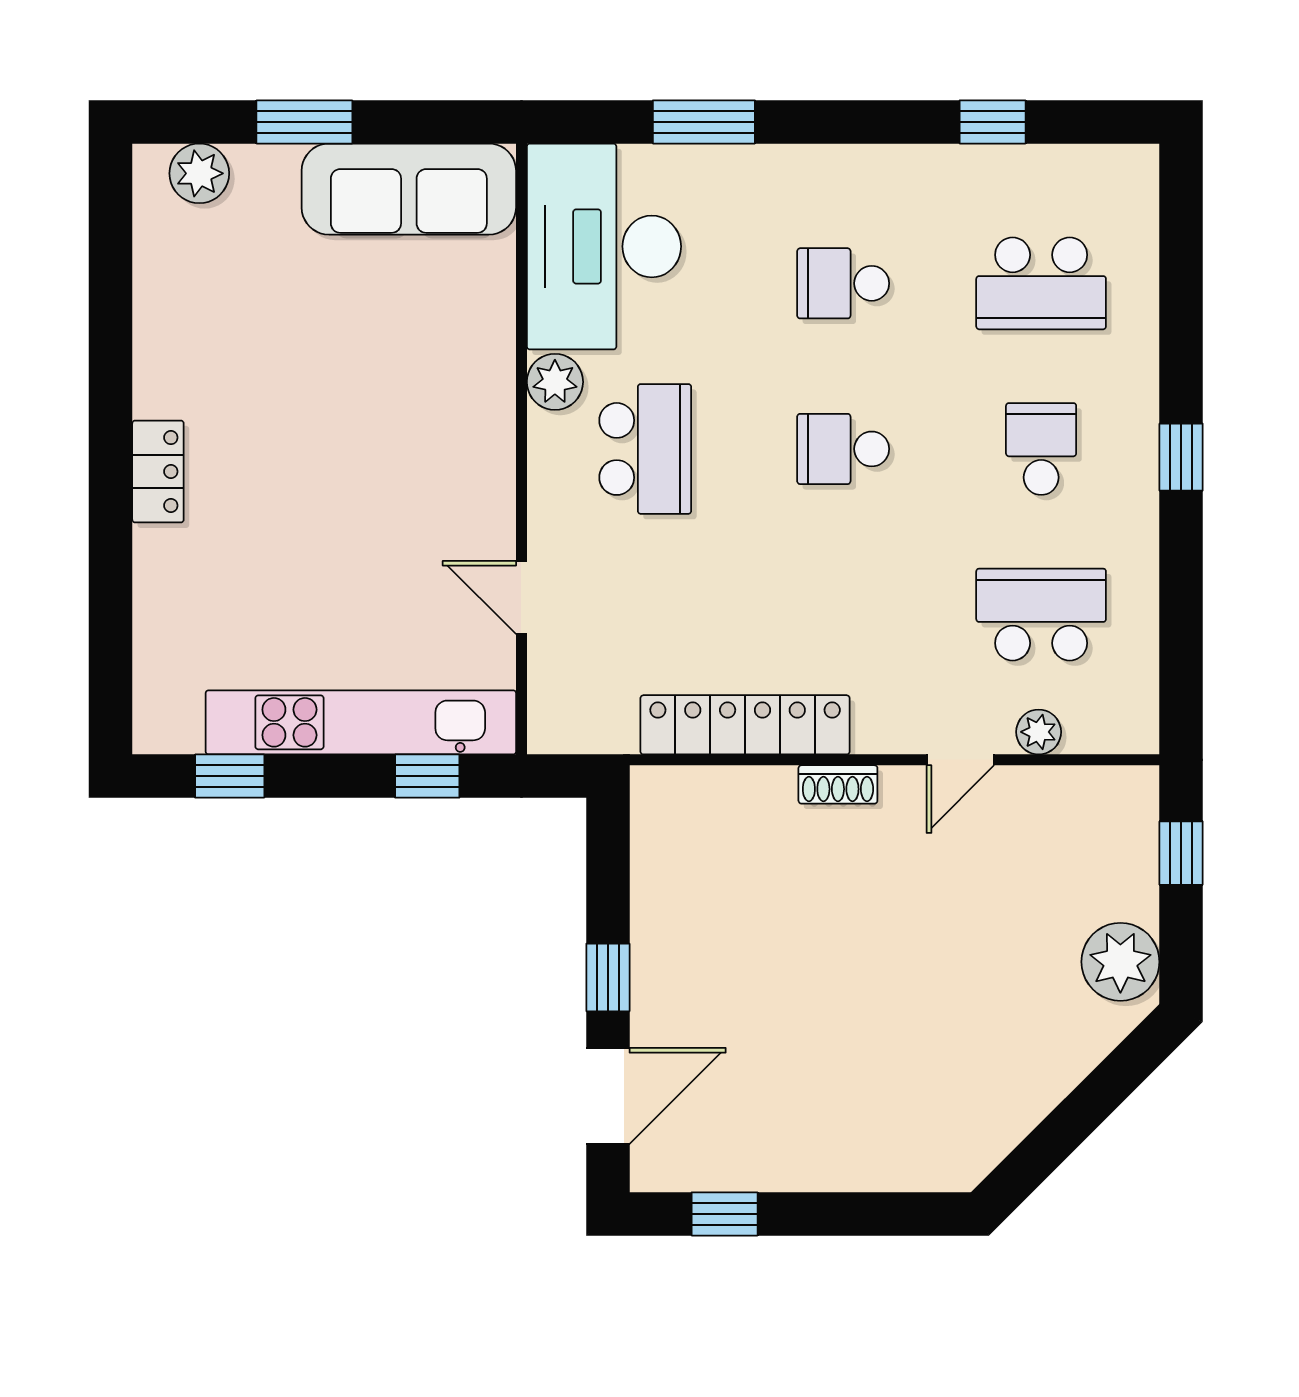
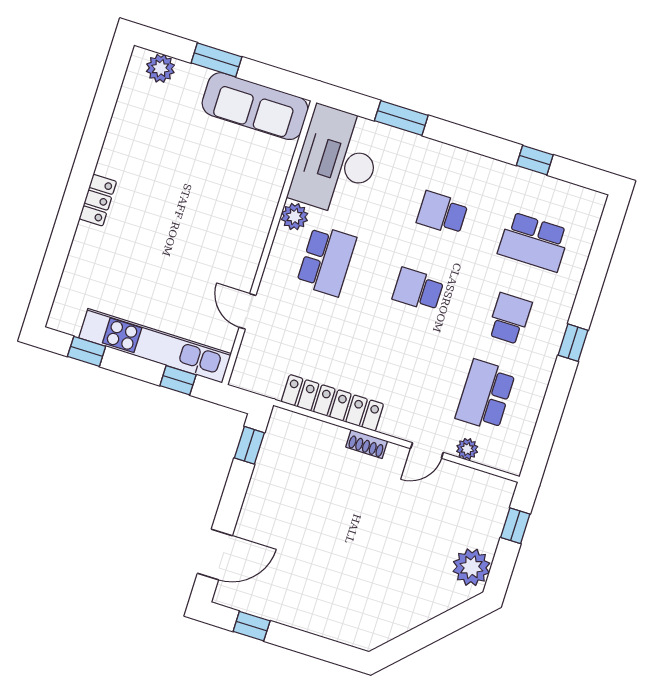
school desk: (1041, 615) -> (485, 395), turned -90
window: (608, 977) -> (249, 445), moved

